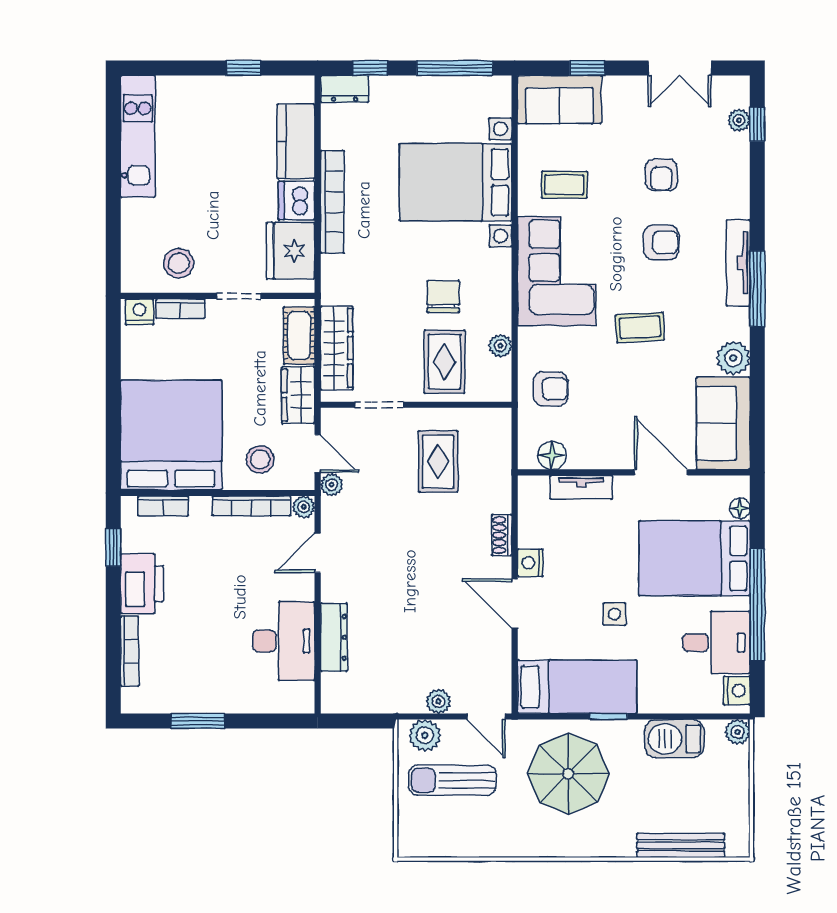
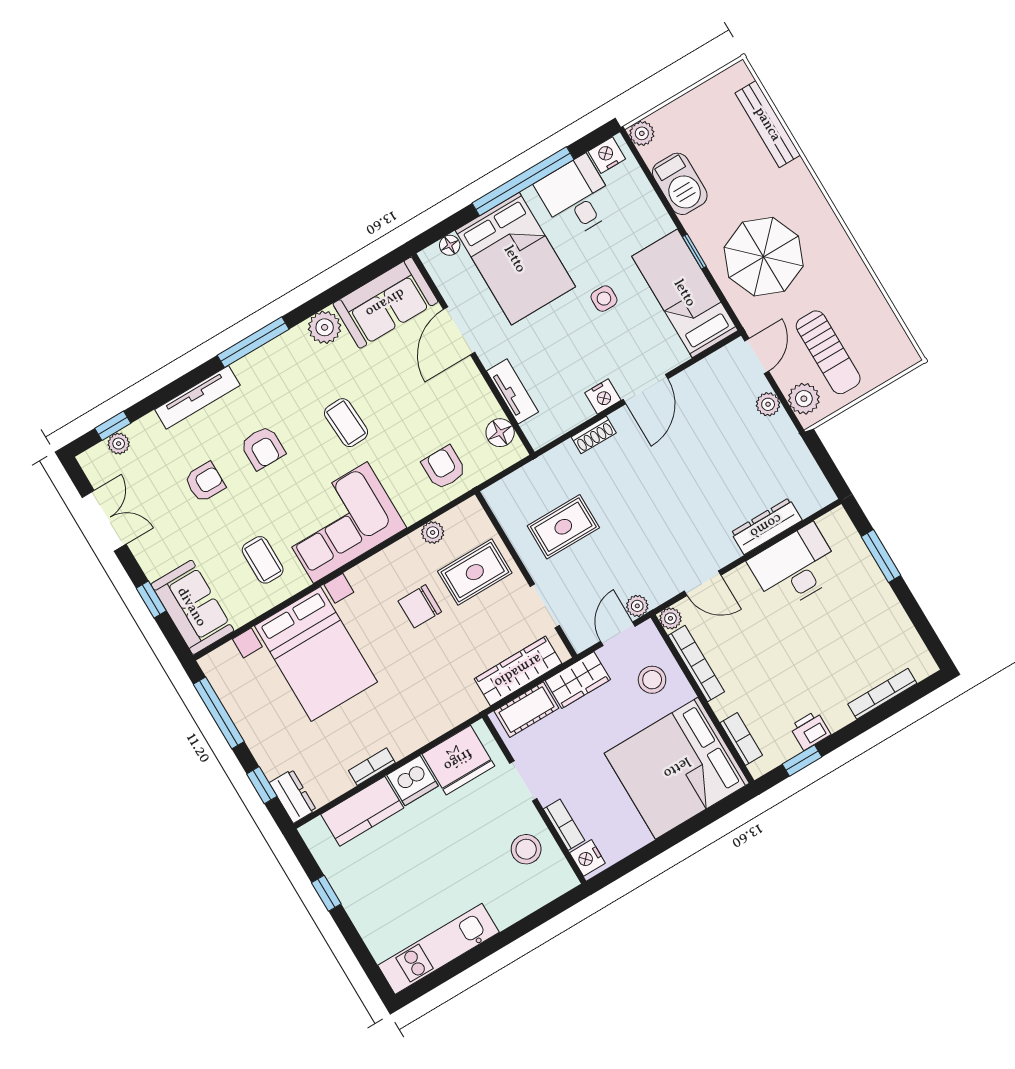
bookcase: (332, 202) -> (372, 767), width x0.43, depth x0.76
armchair: (661, 243) -> (263, 448), turned 180
tv unit: (738, 263) -> (197, 397), moved
printer: (142, 584) -> (810, 730), width x0.53, depth x0.68
window: (198, 721) -> (881, 556), moved

